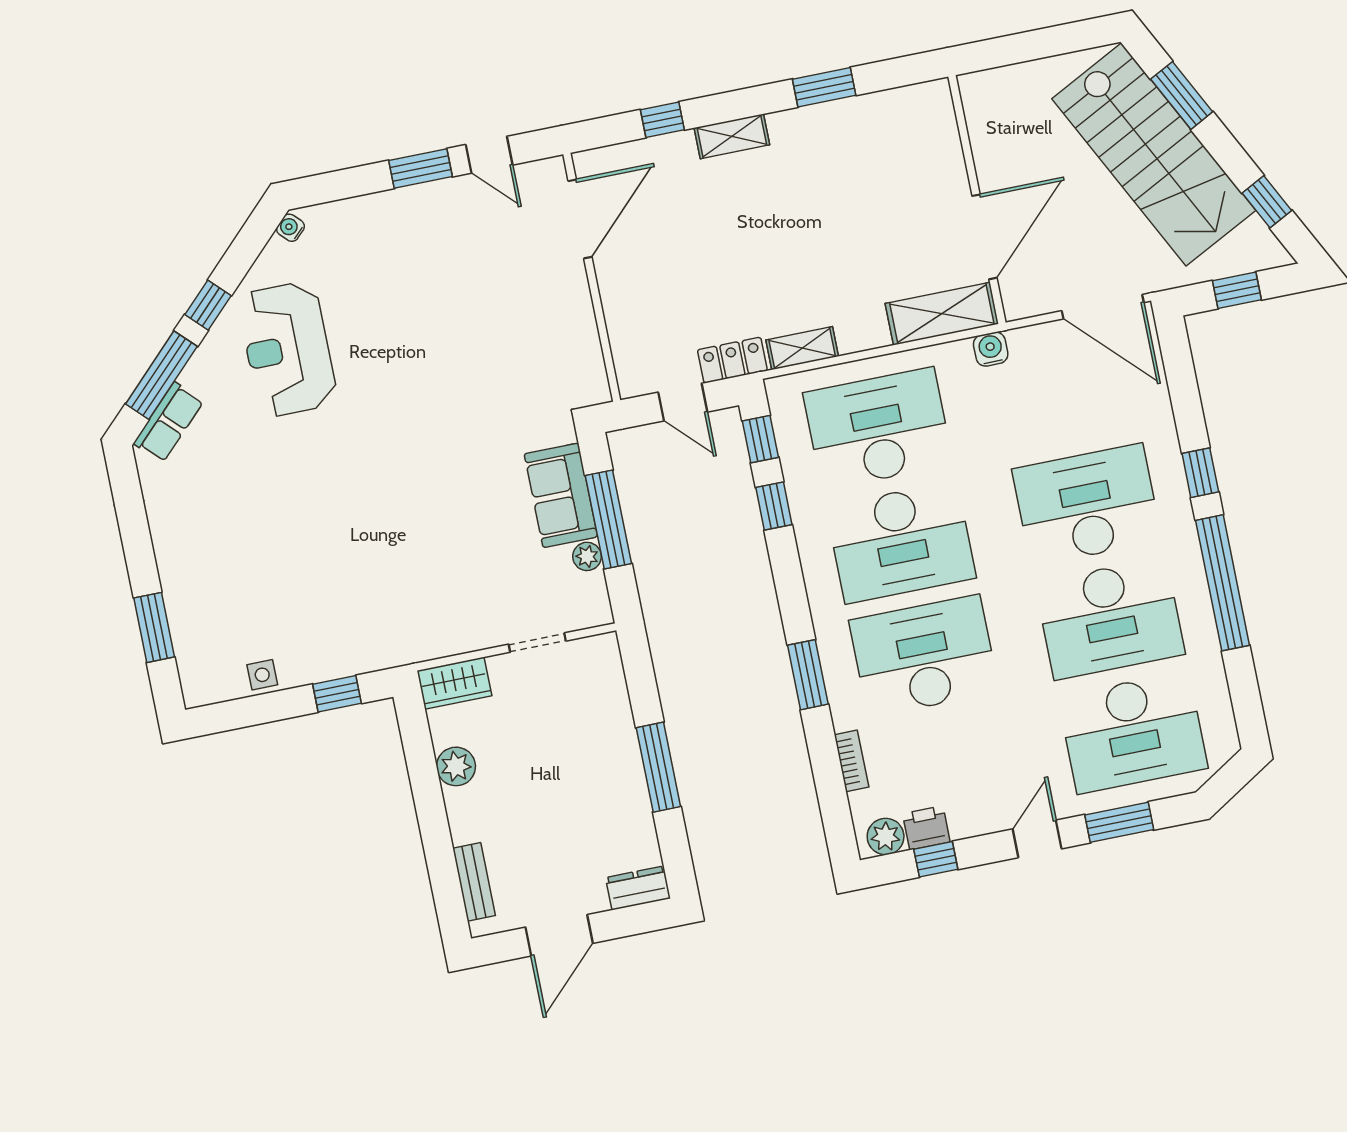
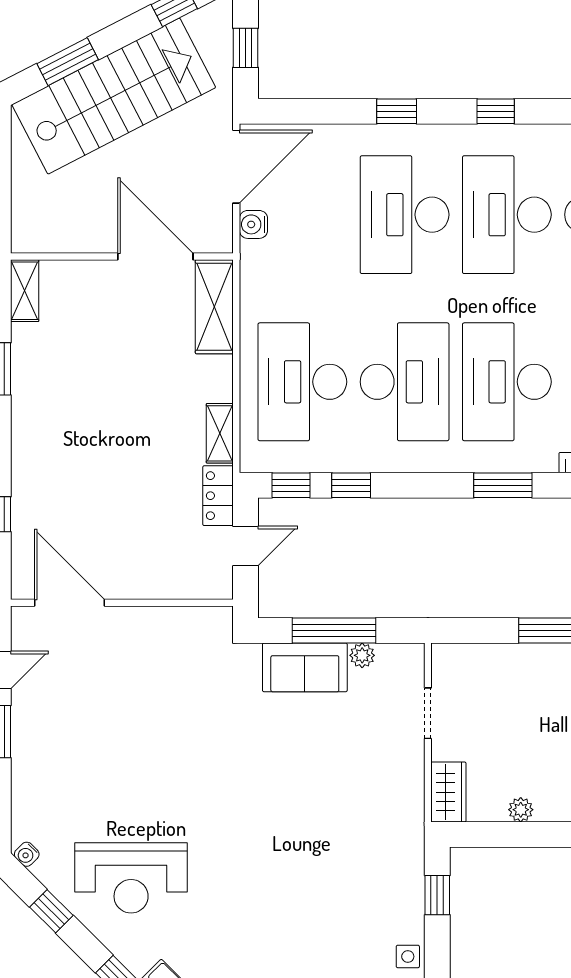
shelving: (732, 136) -> (25, 291), moved
window: (208, 305) -> (51, 911), moved
water cooler: (991, 349) -> (253, 224), moved
window: (1223, 583) -> (496, 111), width x0.32
desk: (1110, 619) -> (507, 215), turned 180
plant: (456, 766) -> (521, 810), width x0.73, depth x0.73

